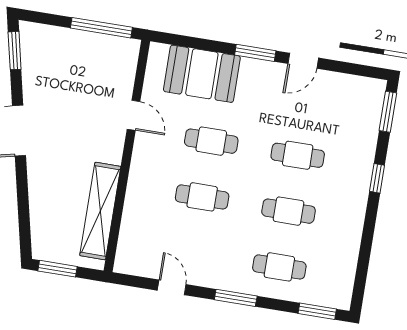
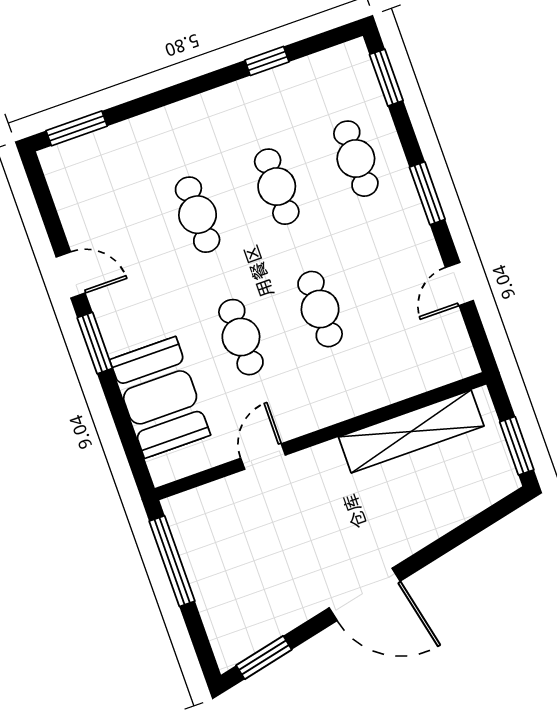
window: (377, 178) -> (267, 61), moved

